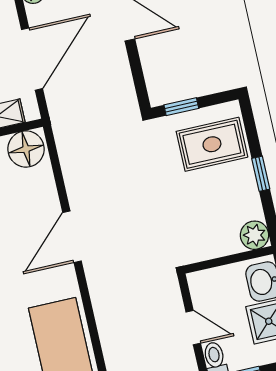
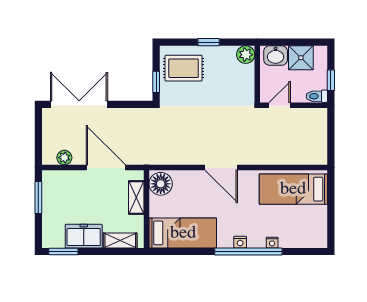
rug: (212, 144) -> (184, 68), turned 90
door: (193, 328) -> (280, 105), moved

